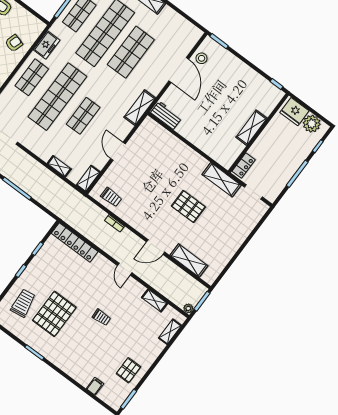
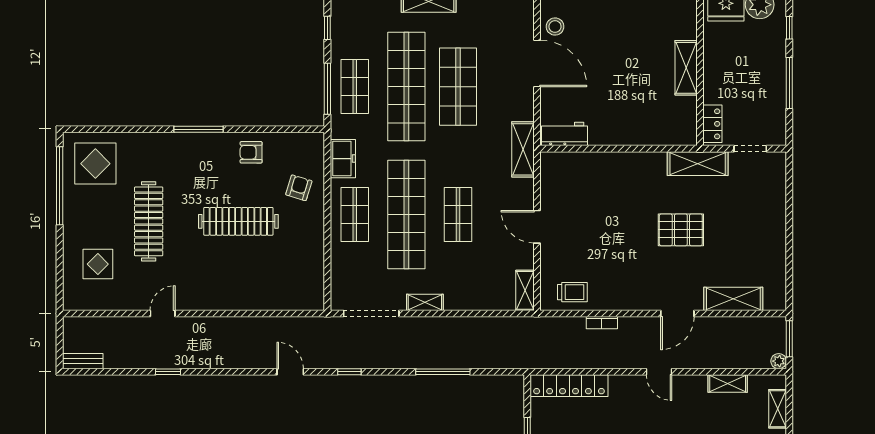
shelving: (59, 166) -> (425, 302), moved

